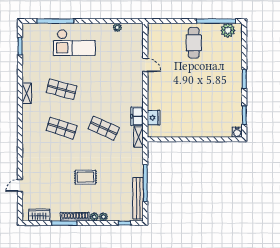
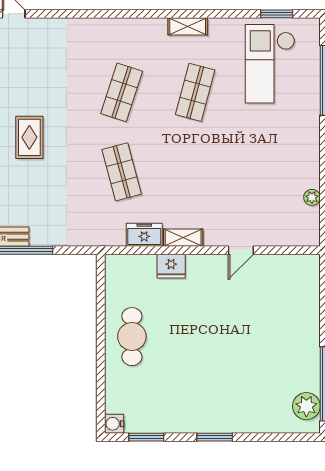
checkout: (74, 43) -> (270, 64), moved
cafe table: (194, 43) -> (132, 337), moved, turned 90
fridge: (154, 118) -> (171, 266), moved
shop shelf: (104, 128) -> (122, 172), turned -39
shelving: (139, 137) -> (183, 238), moved

